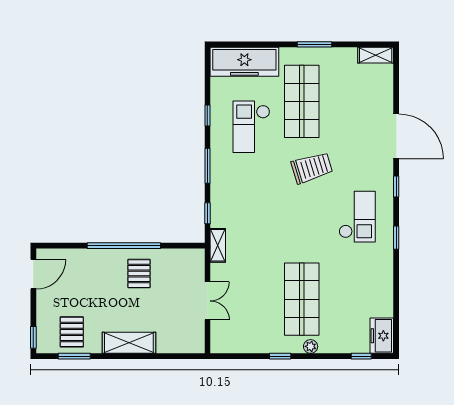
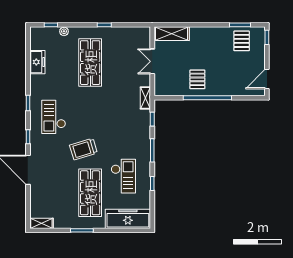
freezer: (382, 336) -> (37, 62), moved
shelving: (129, 343) -> (172, 34), moved
plant: (311, 346) -> (64, 31), moved

